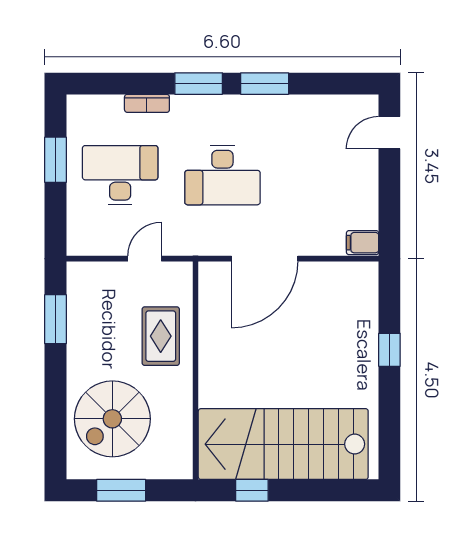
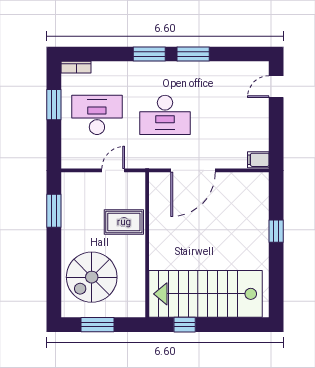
bookcase: (147, 103) -> (76, 67), moved
rug: (161, 336) -> (124, 222), turned 90

